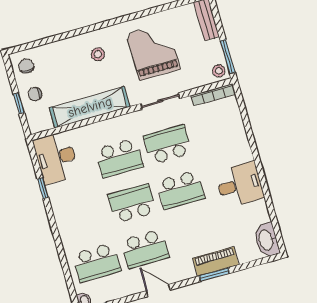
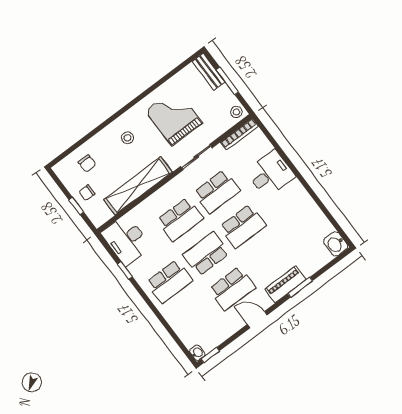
window: (228, 57) -> (227, 81), moved
chair: (26, 66) -> (87, 163), moved, turned 180
school desk: (168, 144) -> (217, 192), turned 180
desk: (240, 185) -> (270, 174), moved
washbasin: (266, 240) -> (336, 244), width x0.72
piano: (216, 262) -> (285, 284), moved
school desk: (97, 263) -> (169, 282), moved

